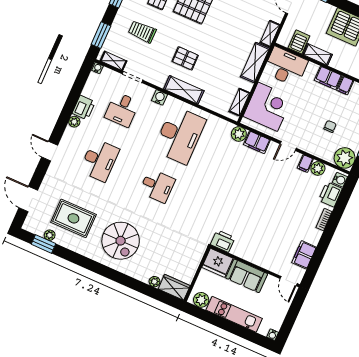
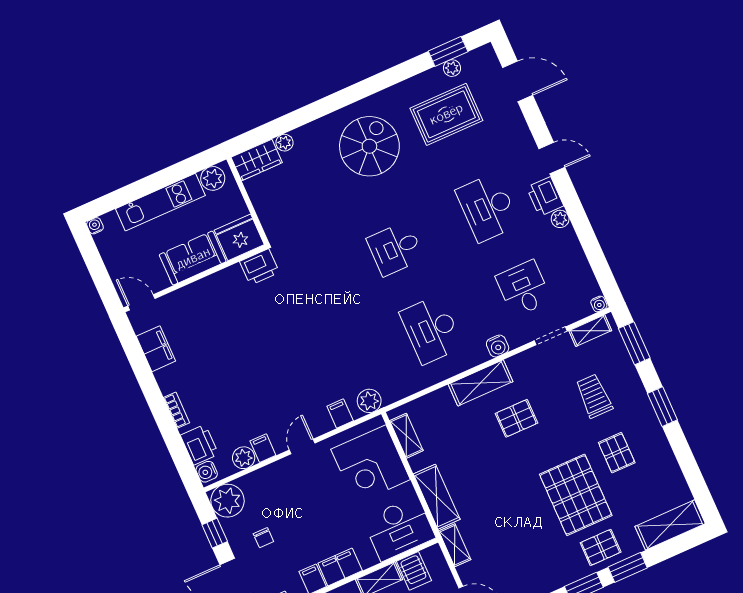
trolley: (142, 32) -> (594, 396), turned -90
printer: (84, 108) -> (545, 196), moved
chair: (330, 126) -> (263, 538), moved
desk: (180, 135) -> (431, 330), width x0.73, depth x0.77
filing cabinet: (257, 142) -> (340, 414), width x0.50
spiral stairs: (121, 241) -> (369, 146), turned 90

